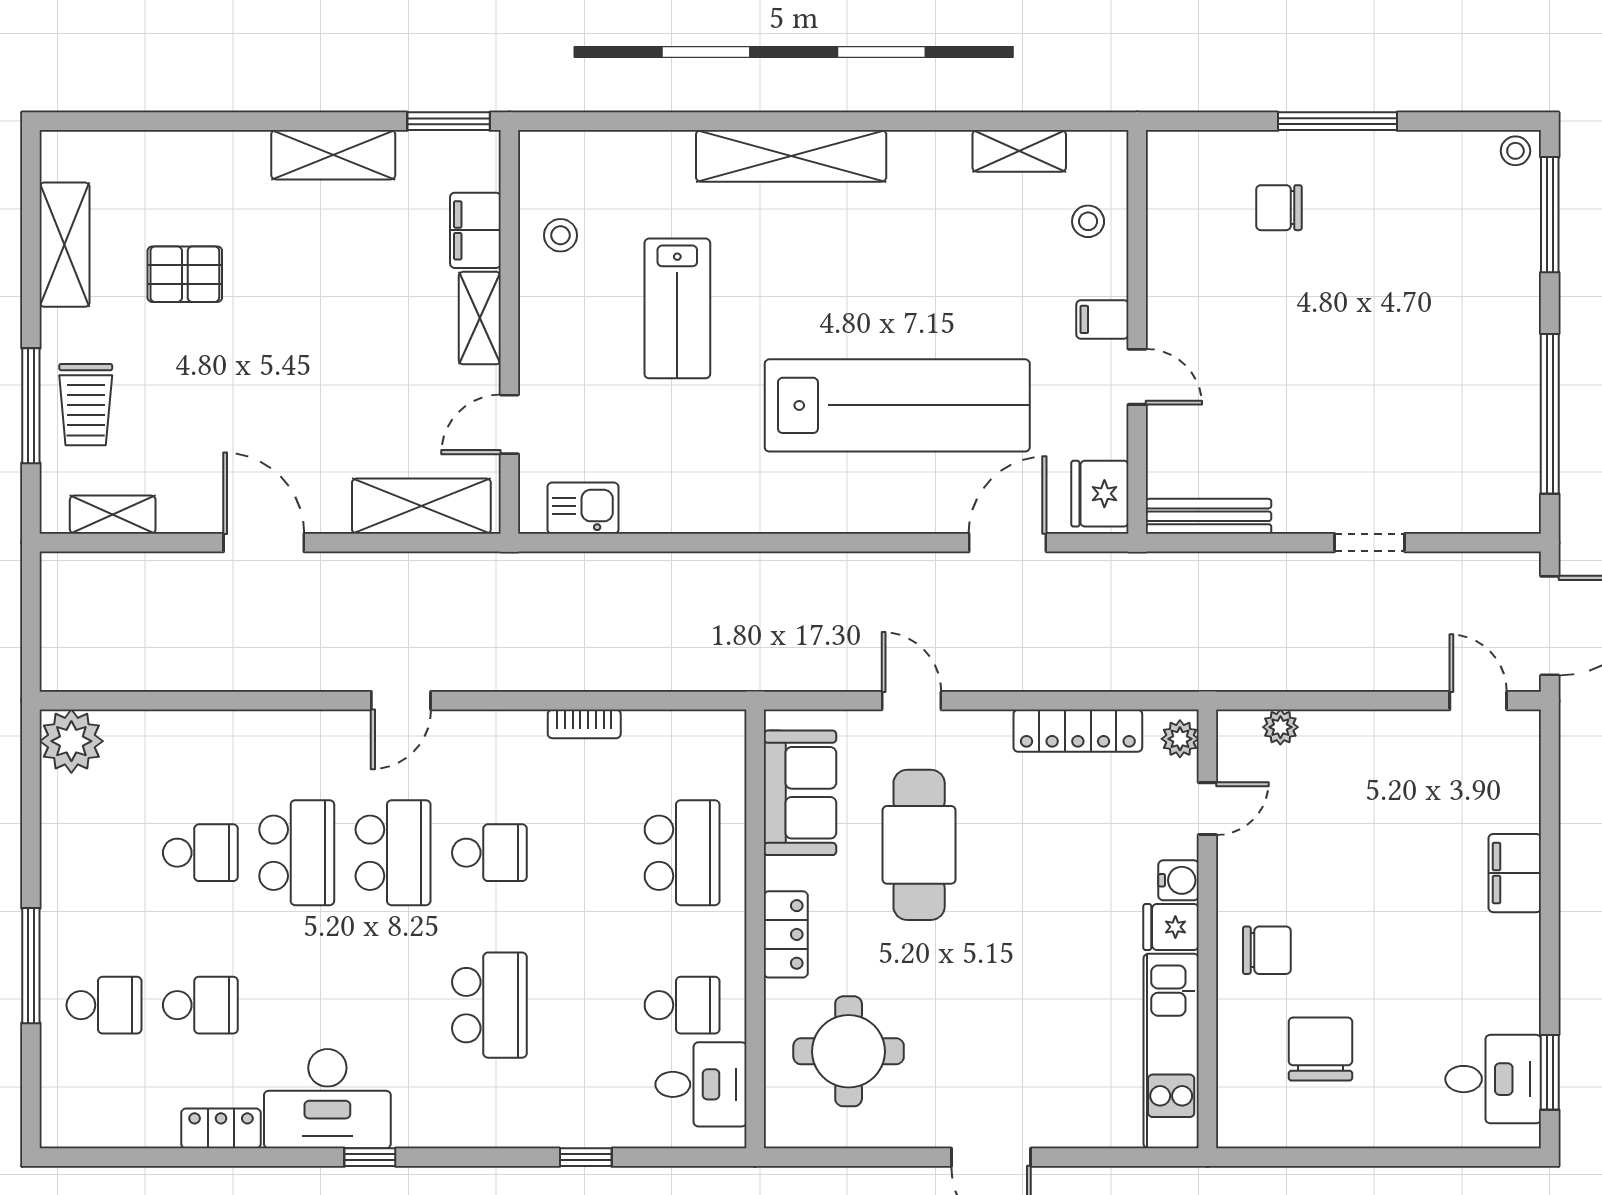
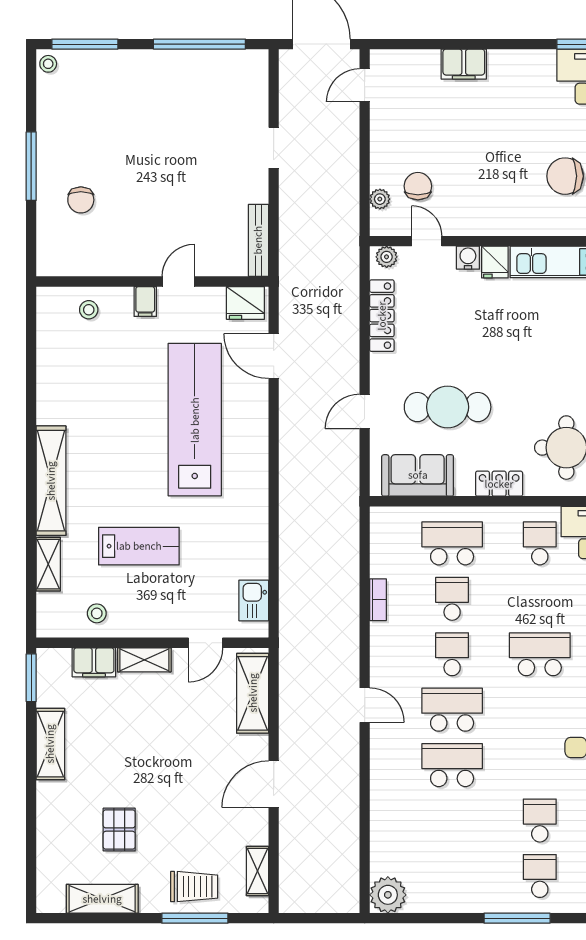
shelving: (1019, 151) -> (48, 564), moved
door: (509, 424) -> (206, 643), hinge flipped
school desk: (200, 853) -> (452, 599), moved
chair: (1267, 950) -> (418, 186), moved

